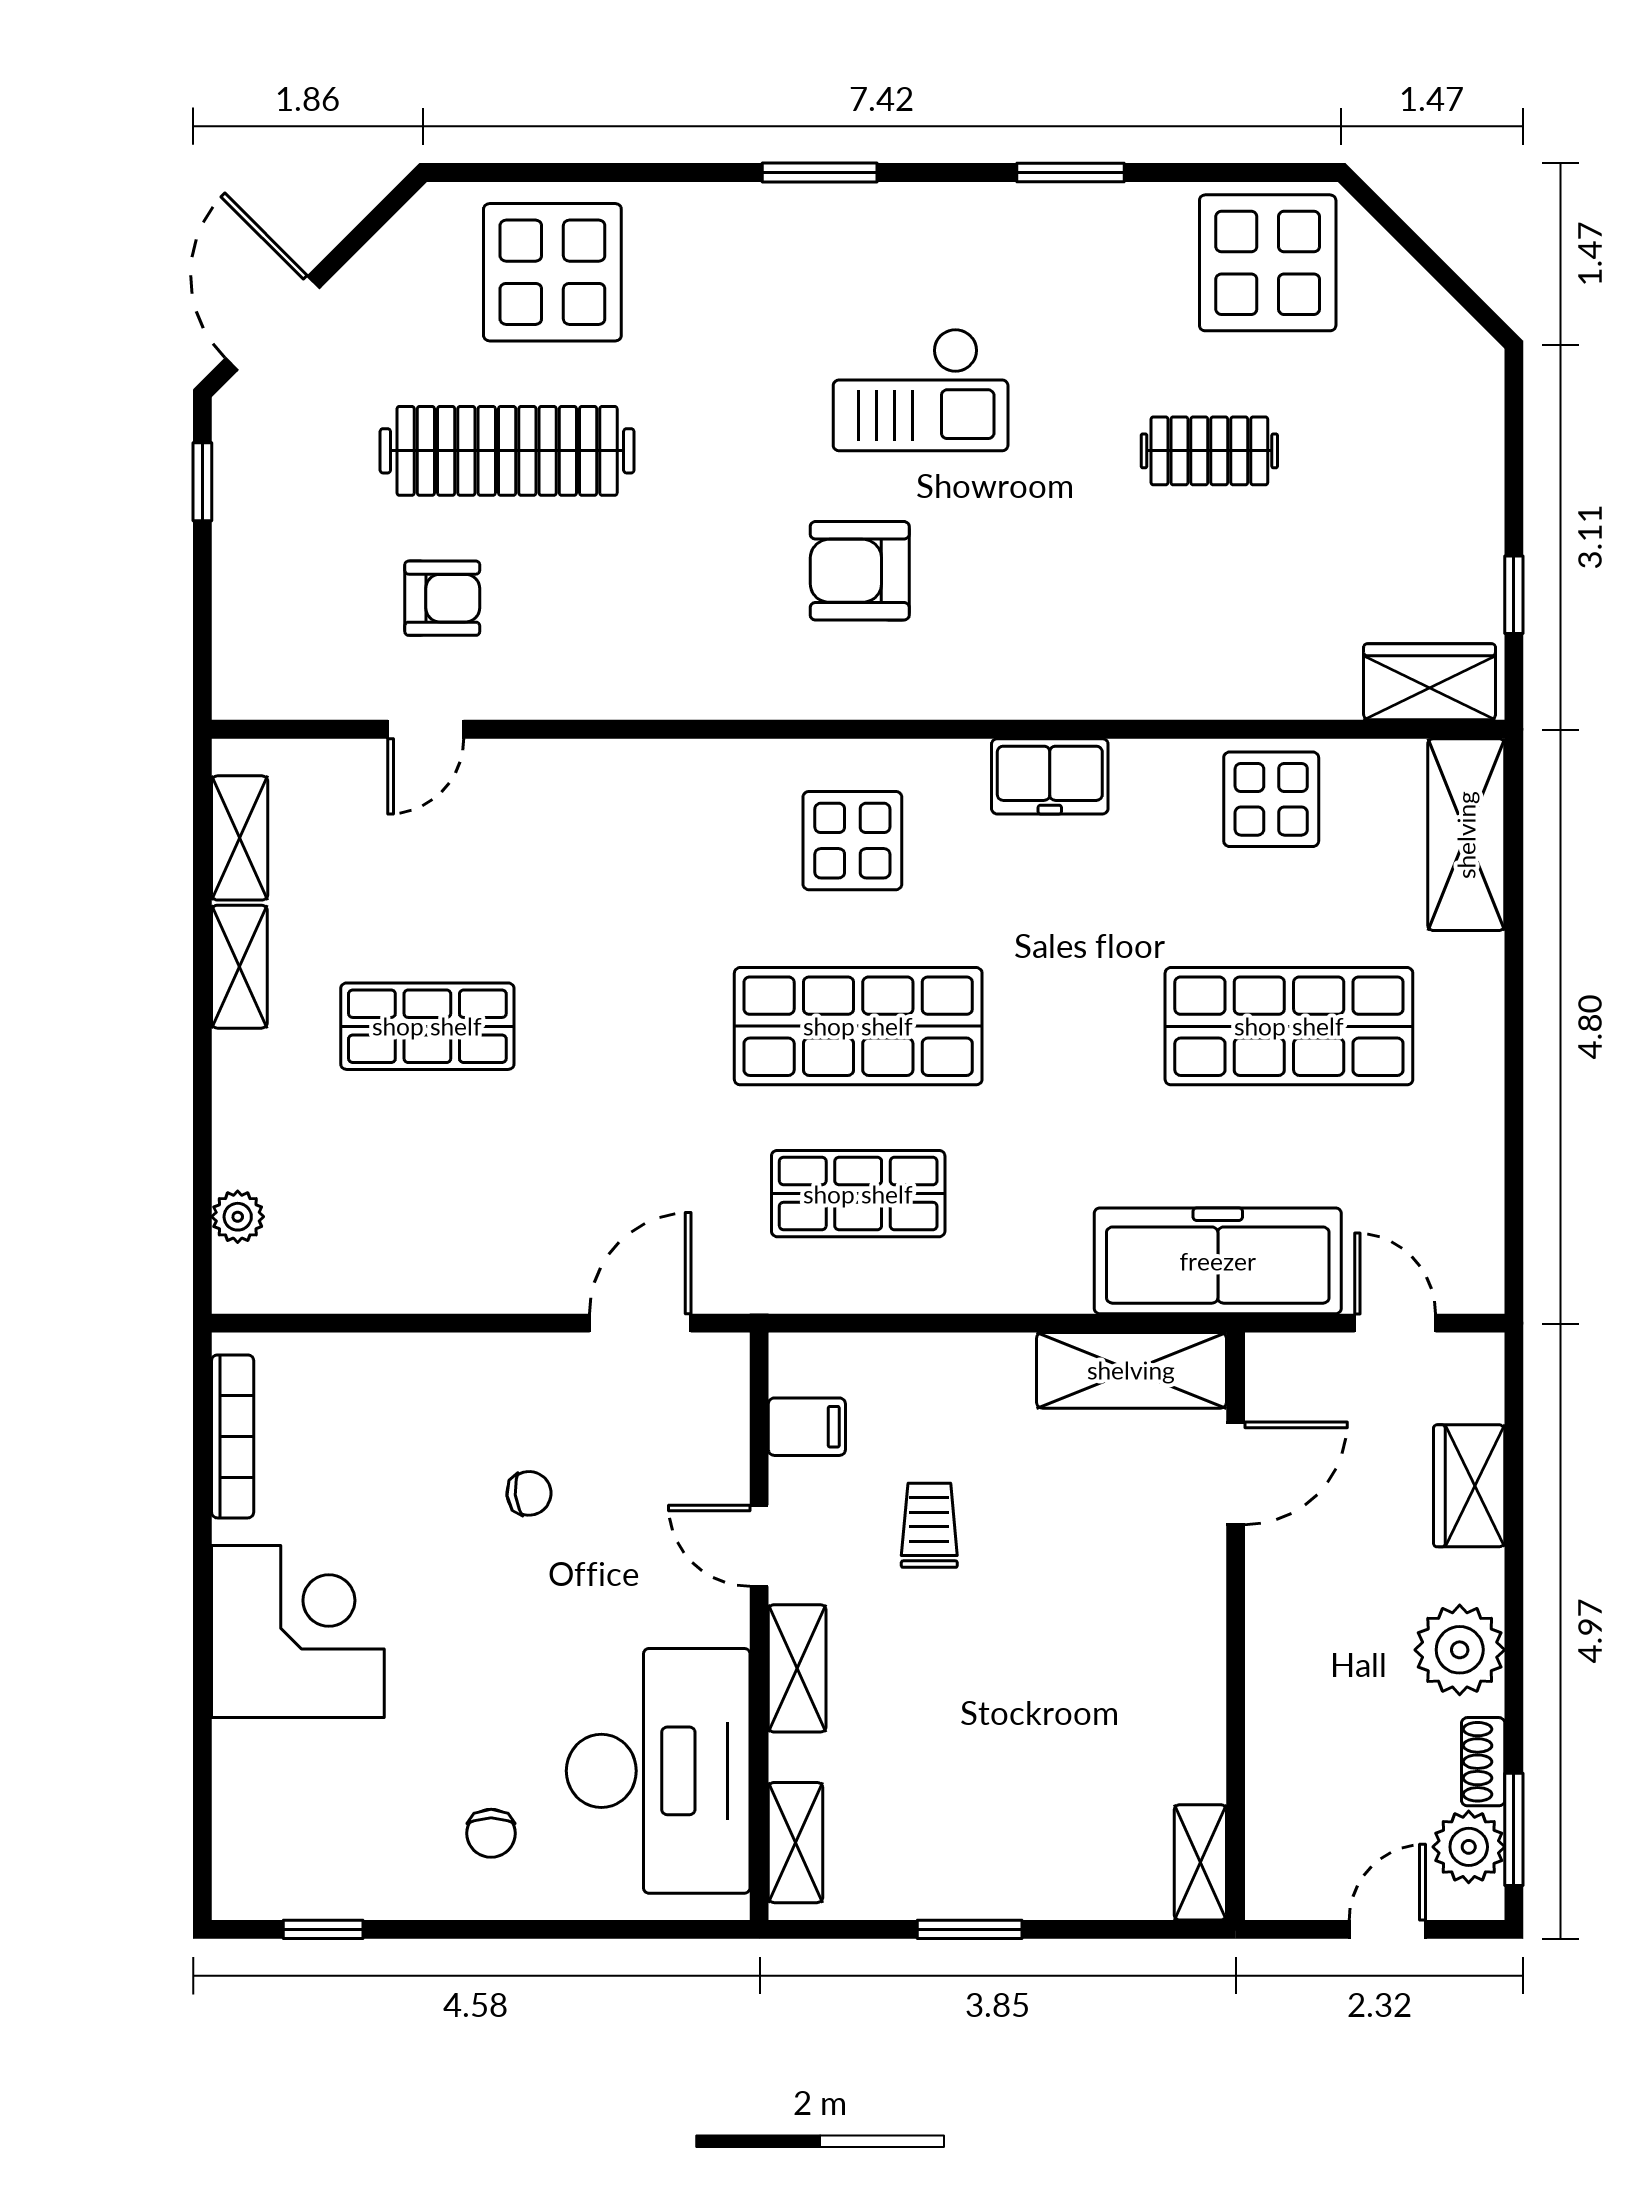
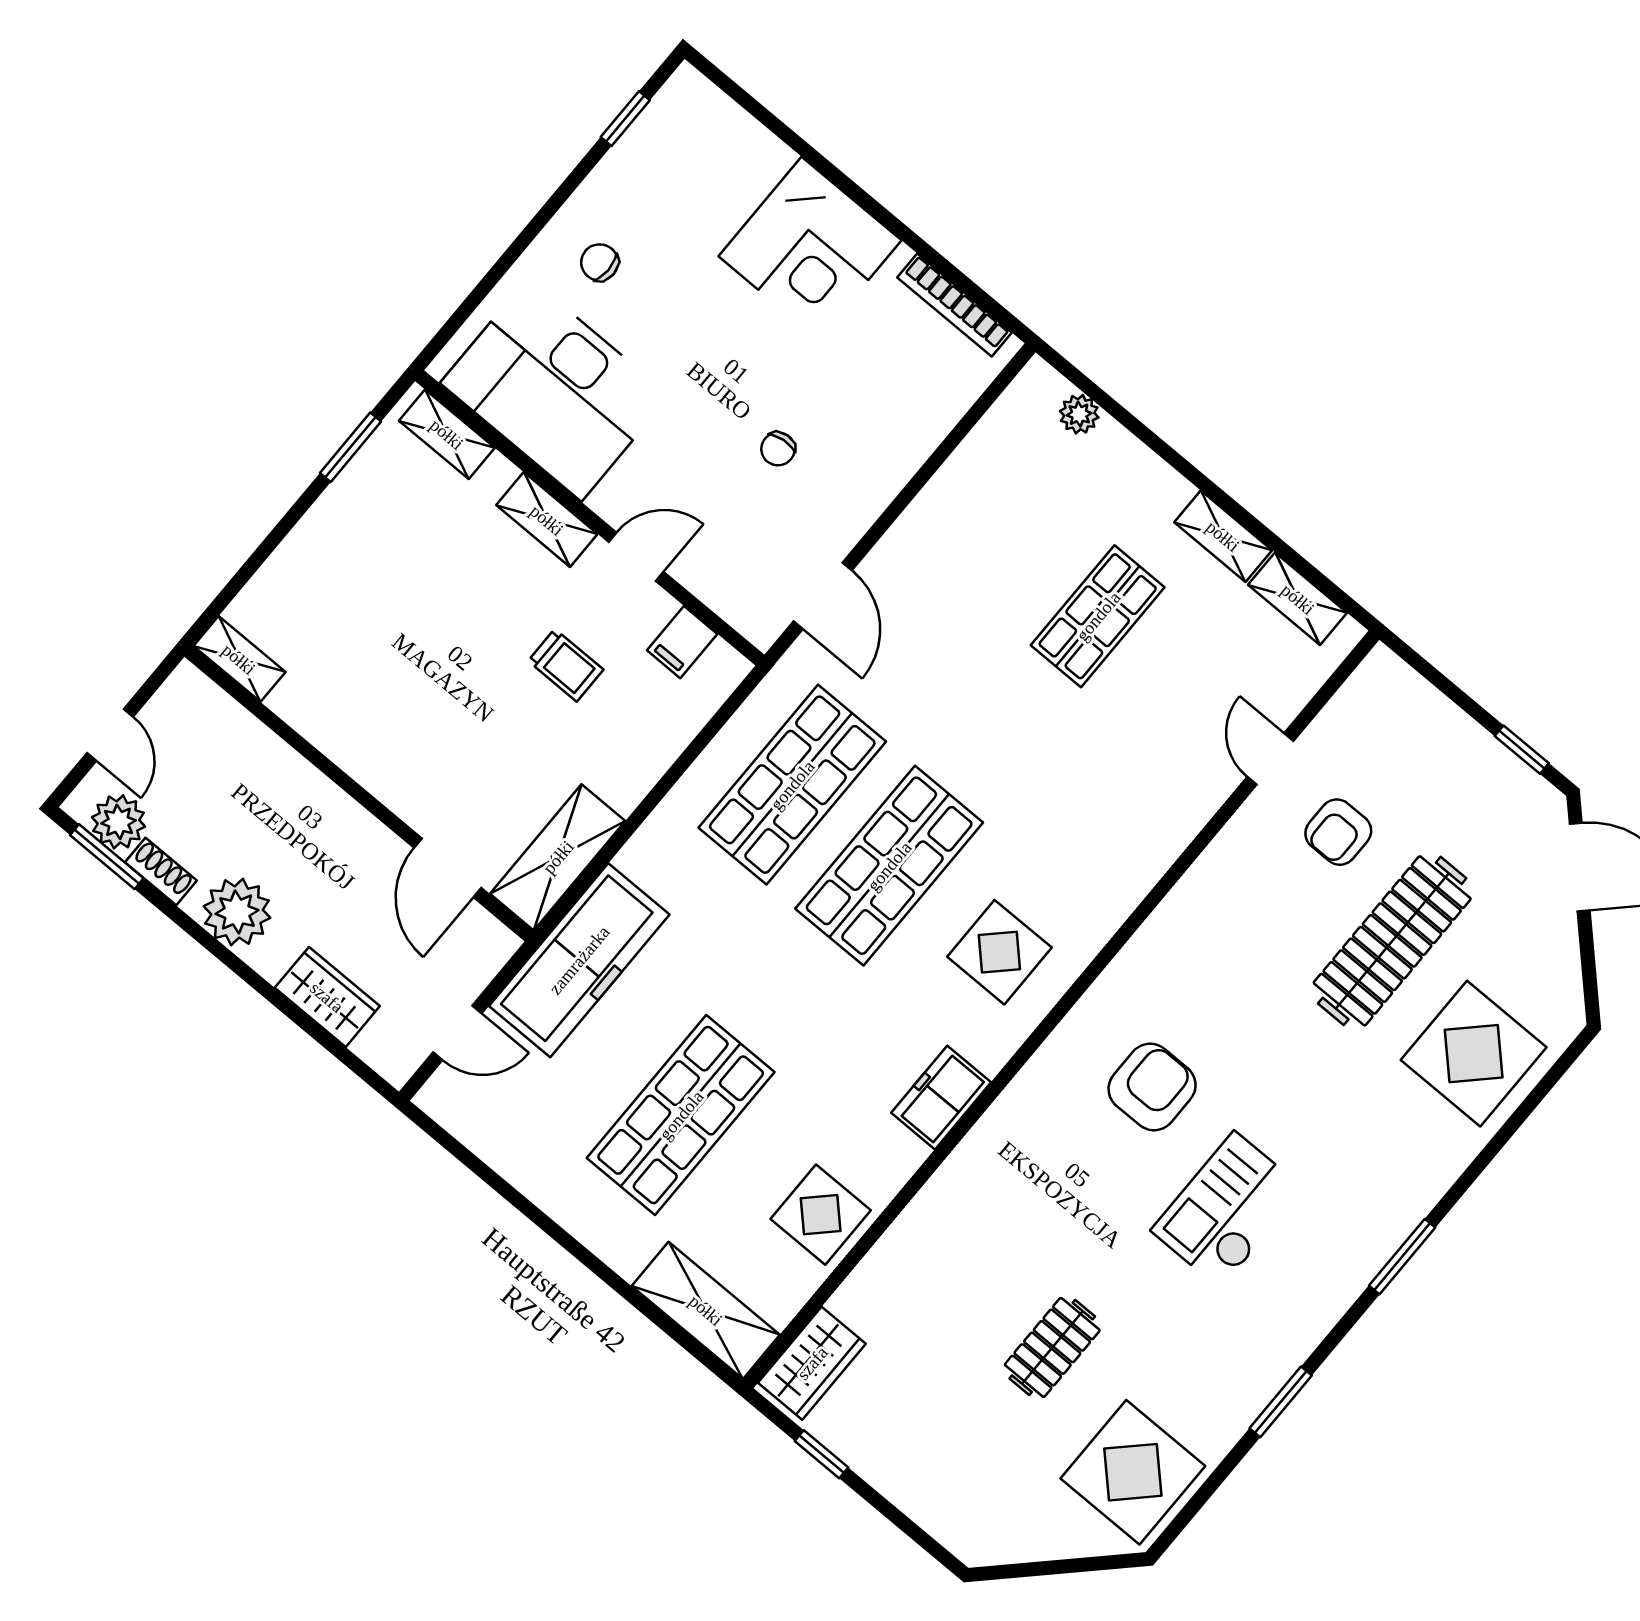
shop shelf: (858, 1194) -> (792, 785), width x1.43, depth x1.36
window: (970, 1929) -> (351, 447), moved

